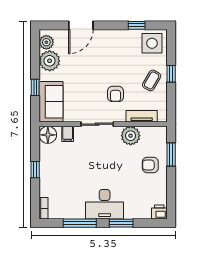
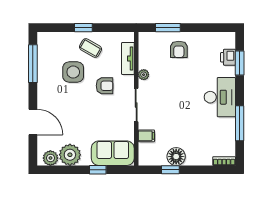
window: (137, 25) -> (33, 64), width x2.17
side table: (152, 43) -> (73, 72), moved
floor lamp: (48, 135) -> (176, 157), moved
plant: (131, 136) -> (144, 75), width x0.53, depth x0.53
window: (35, 170) -> (170, 170), moved
printer: (159, 212) -> (228, 57), moved
window: (121, 223) -> (240, 63), moved

